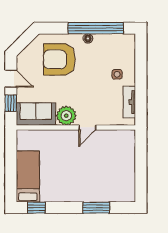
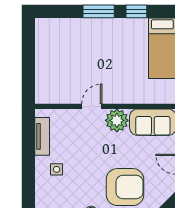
window: (36, 208) -> (136, 11), moved
window: (96, 208) -> (99, 11), moved

